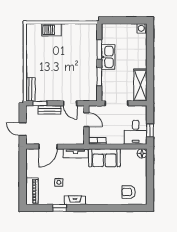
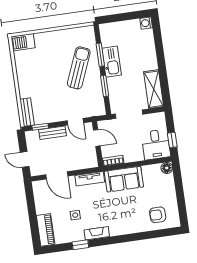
barbecue: (52, 30) -> (23, 42), moved
sun lounger: (80, 58) -> (79, 68), added
door: (48, 146) -> (57, 175), hinge flipped

